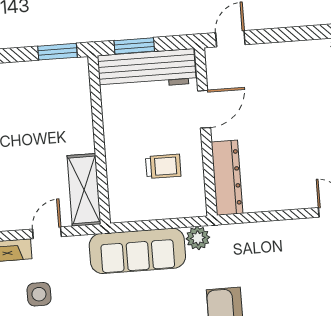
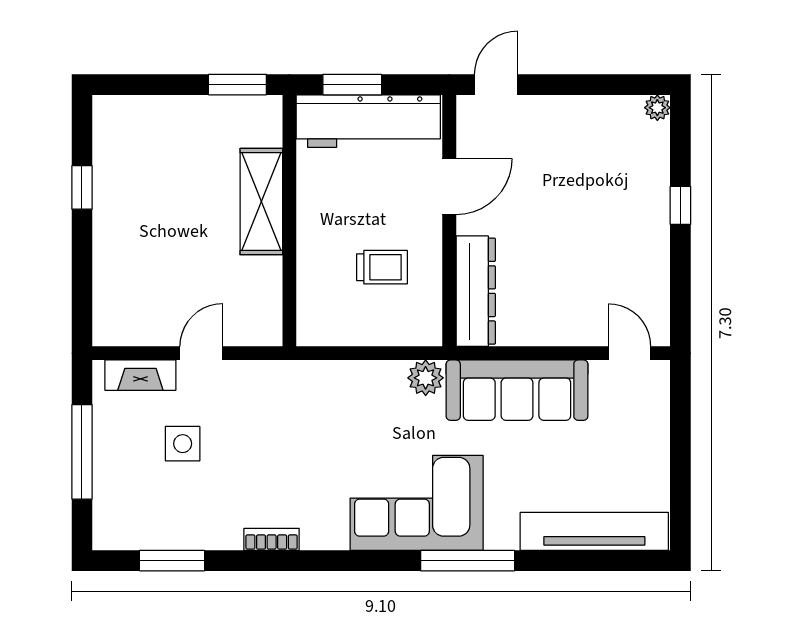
shelving: (84, 190) -> (261, 202), moved
sofa: (137, 251) -> (517, 390), moved

